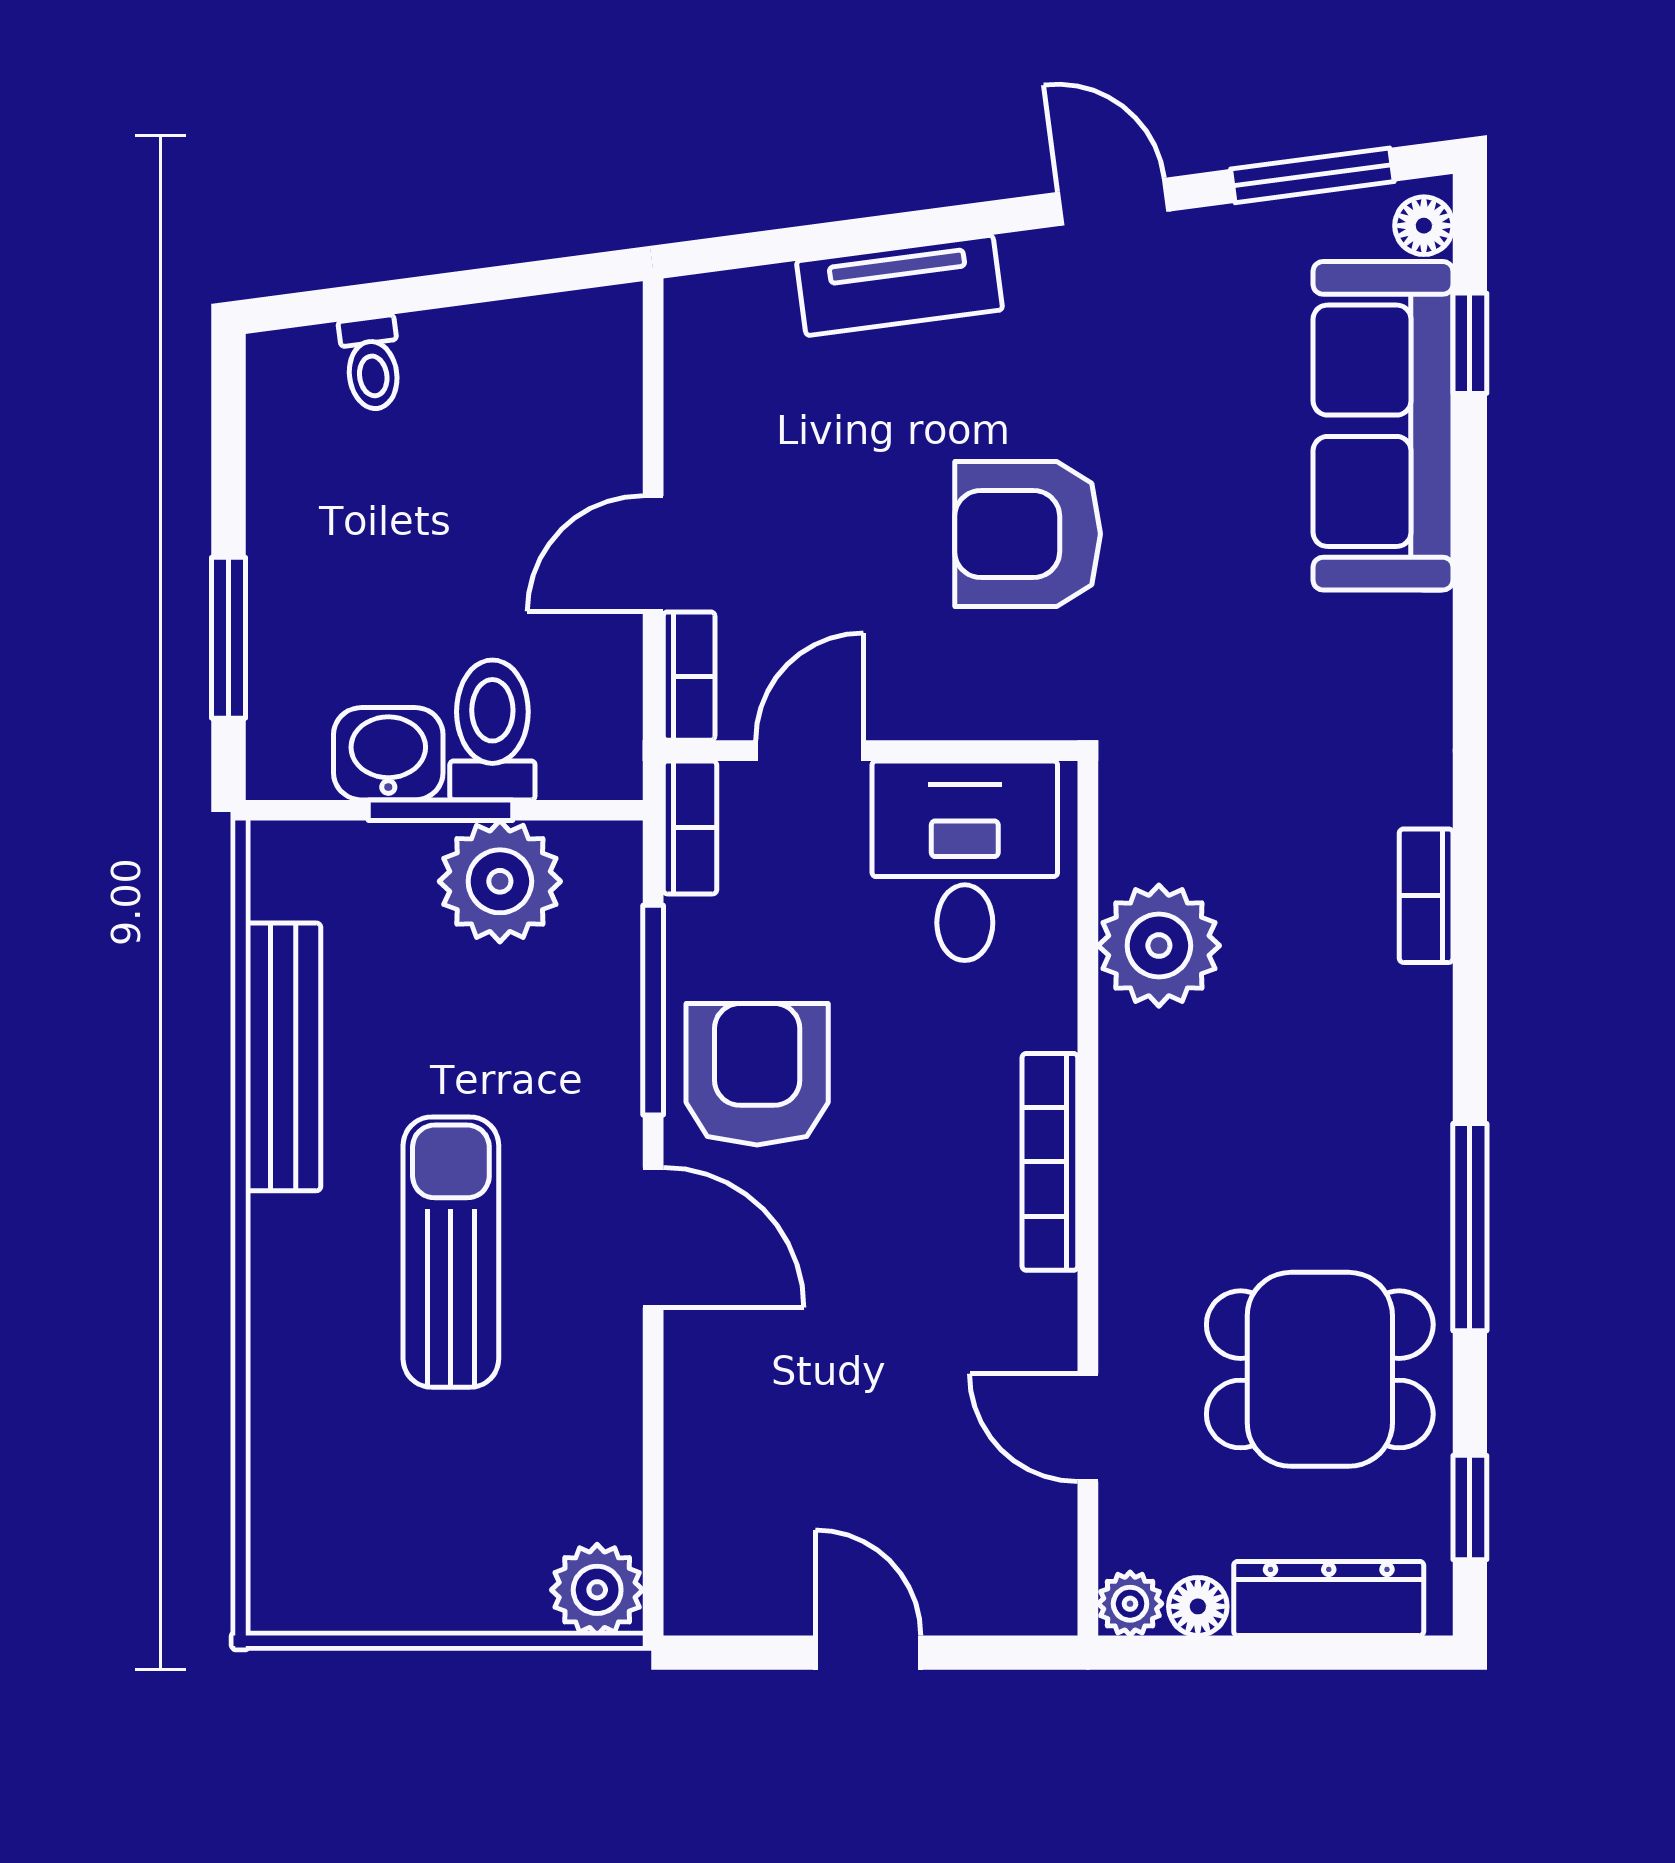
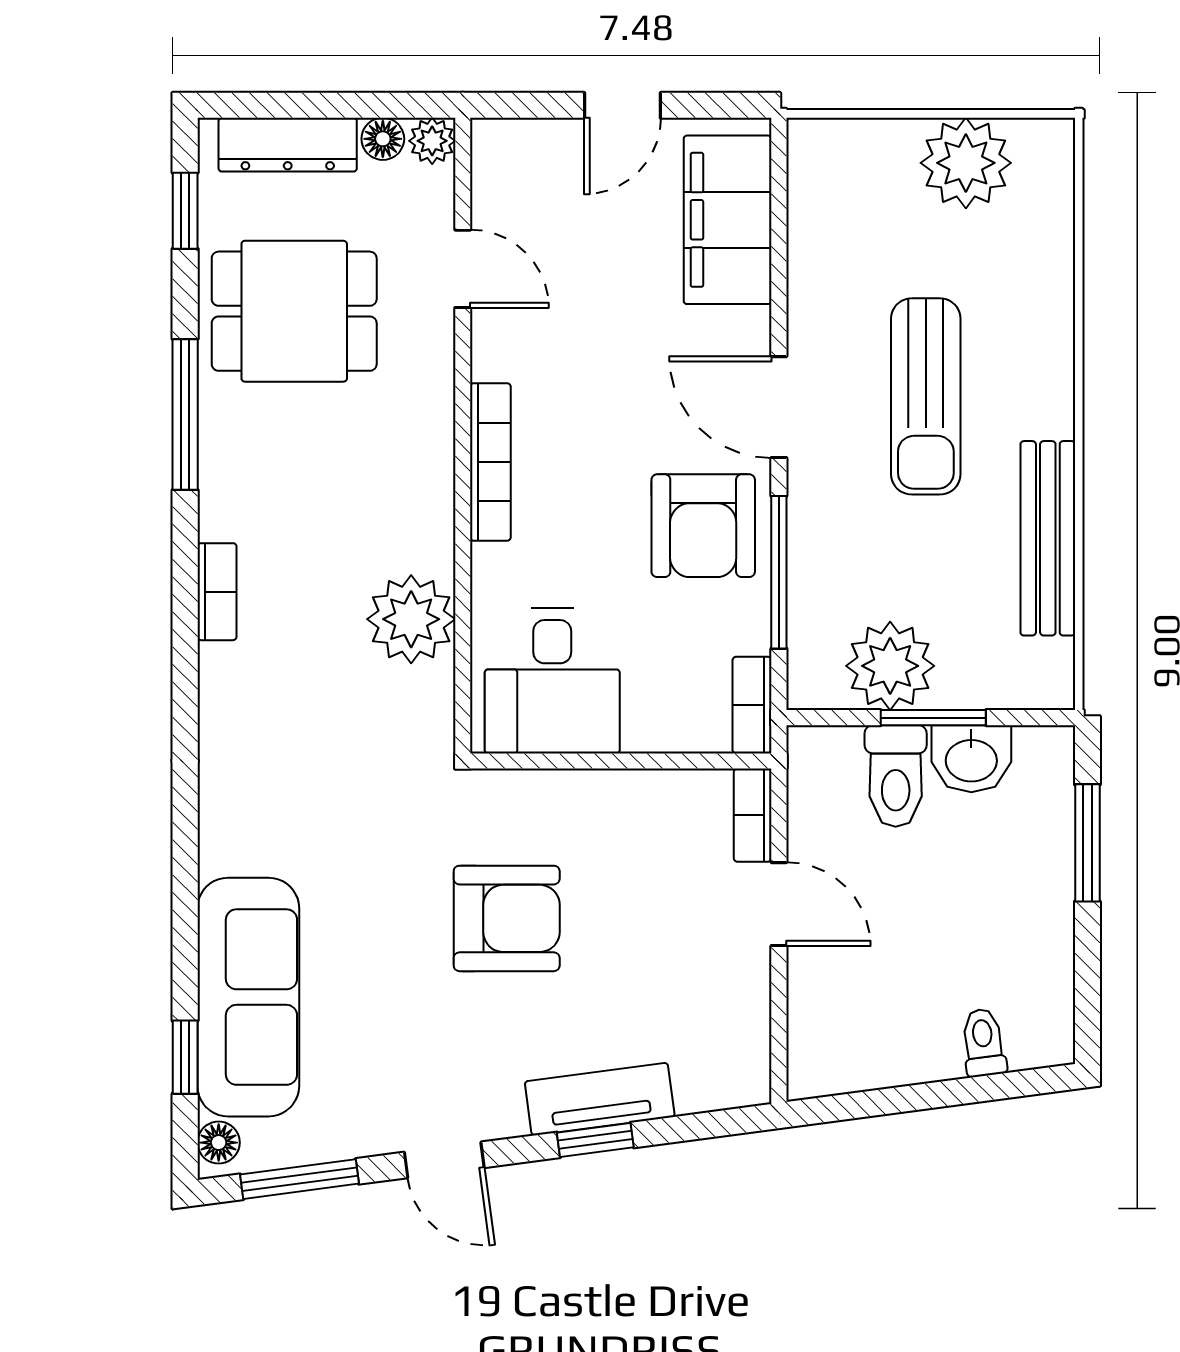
window: (906, 229) -> (595, 1140), added
door: (653, 554) -> (779, 904), hinge flipped
door: (810, 751) -> (665, 761), removed
bookcase: (1426, 896) -> (217, 592), moved
filing cabinet: (724, 1495) -> (728, 220), added
plant: (597, 1590) -> (966, 163), moved, width x1.36, depth x1.36
door: (868, 1653) -> (622, 105), hinge flipped

